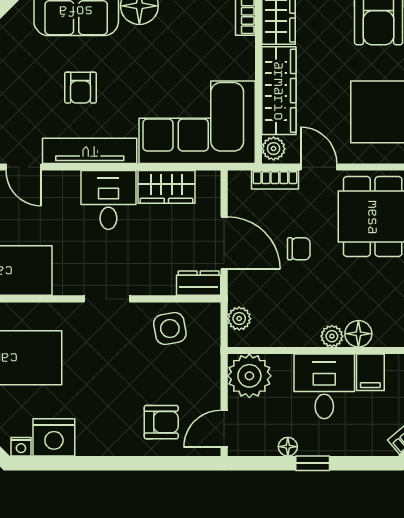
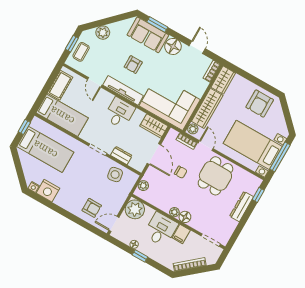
wardrobe: (166, 187) -> (154, 126), moved
dresser: (199, 283) -> (121, 155), moved

